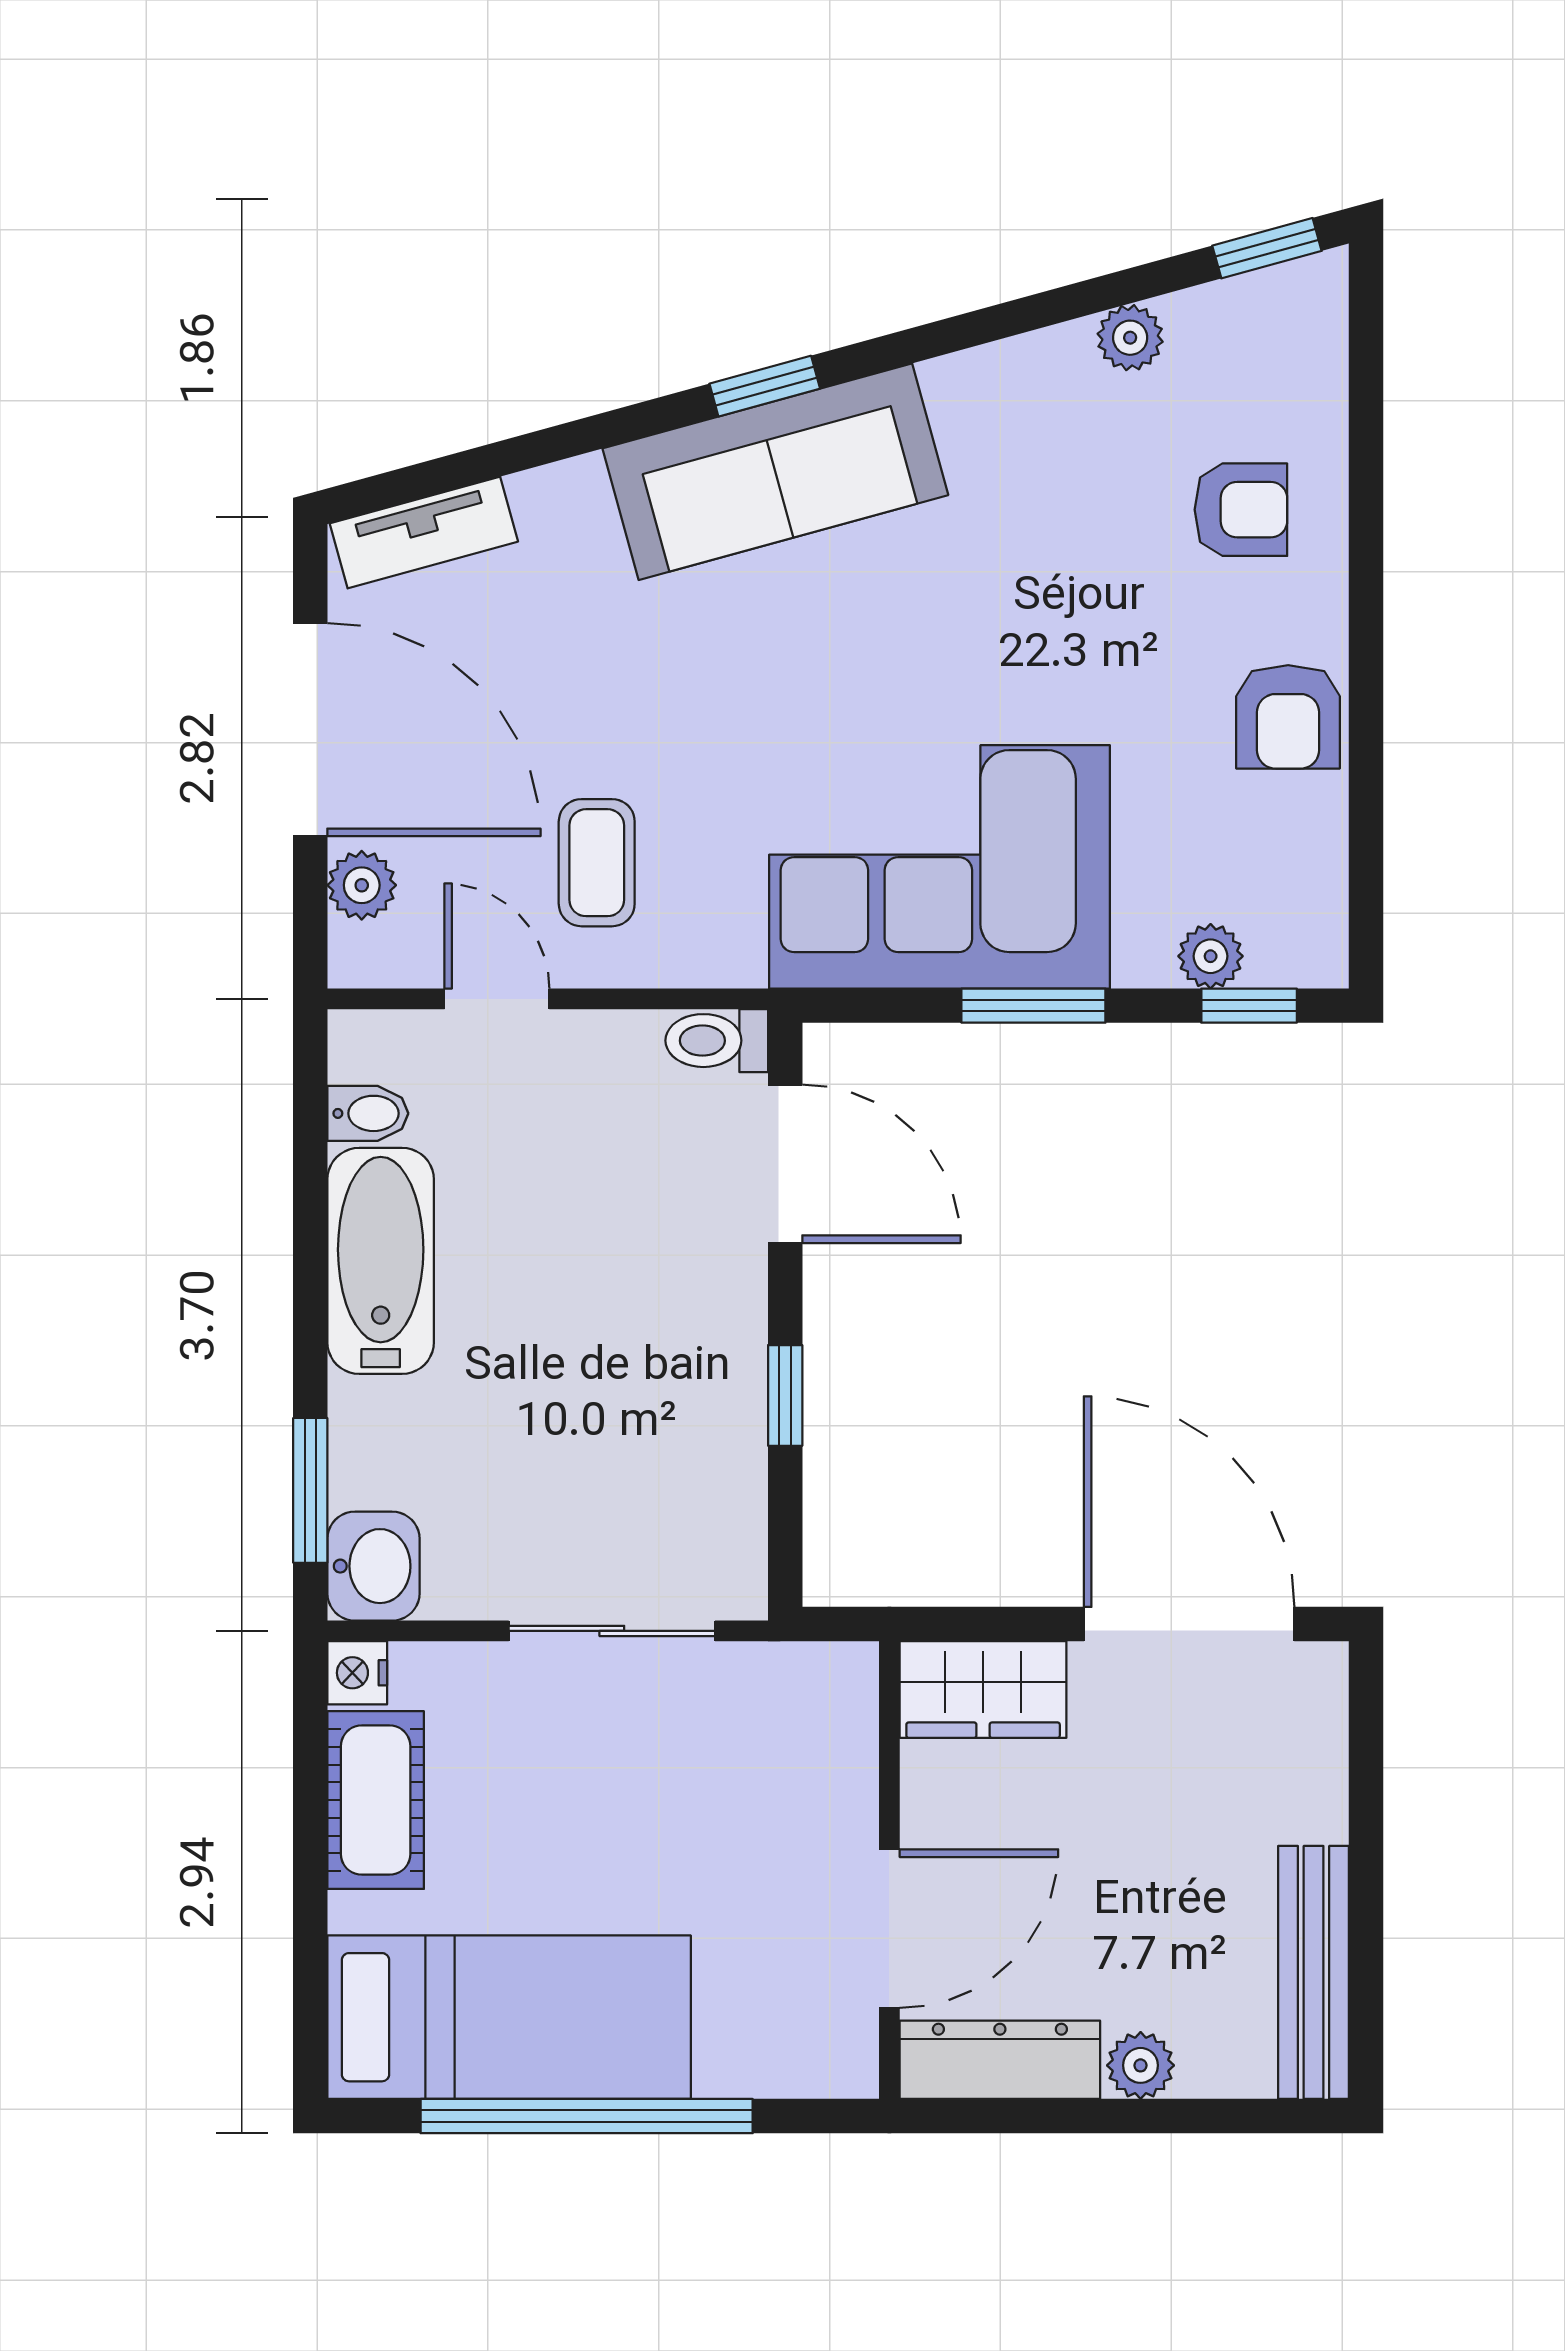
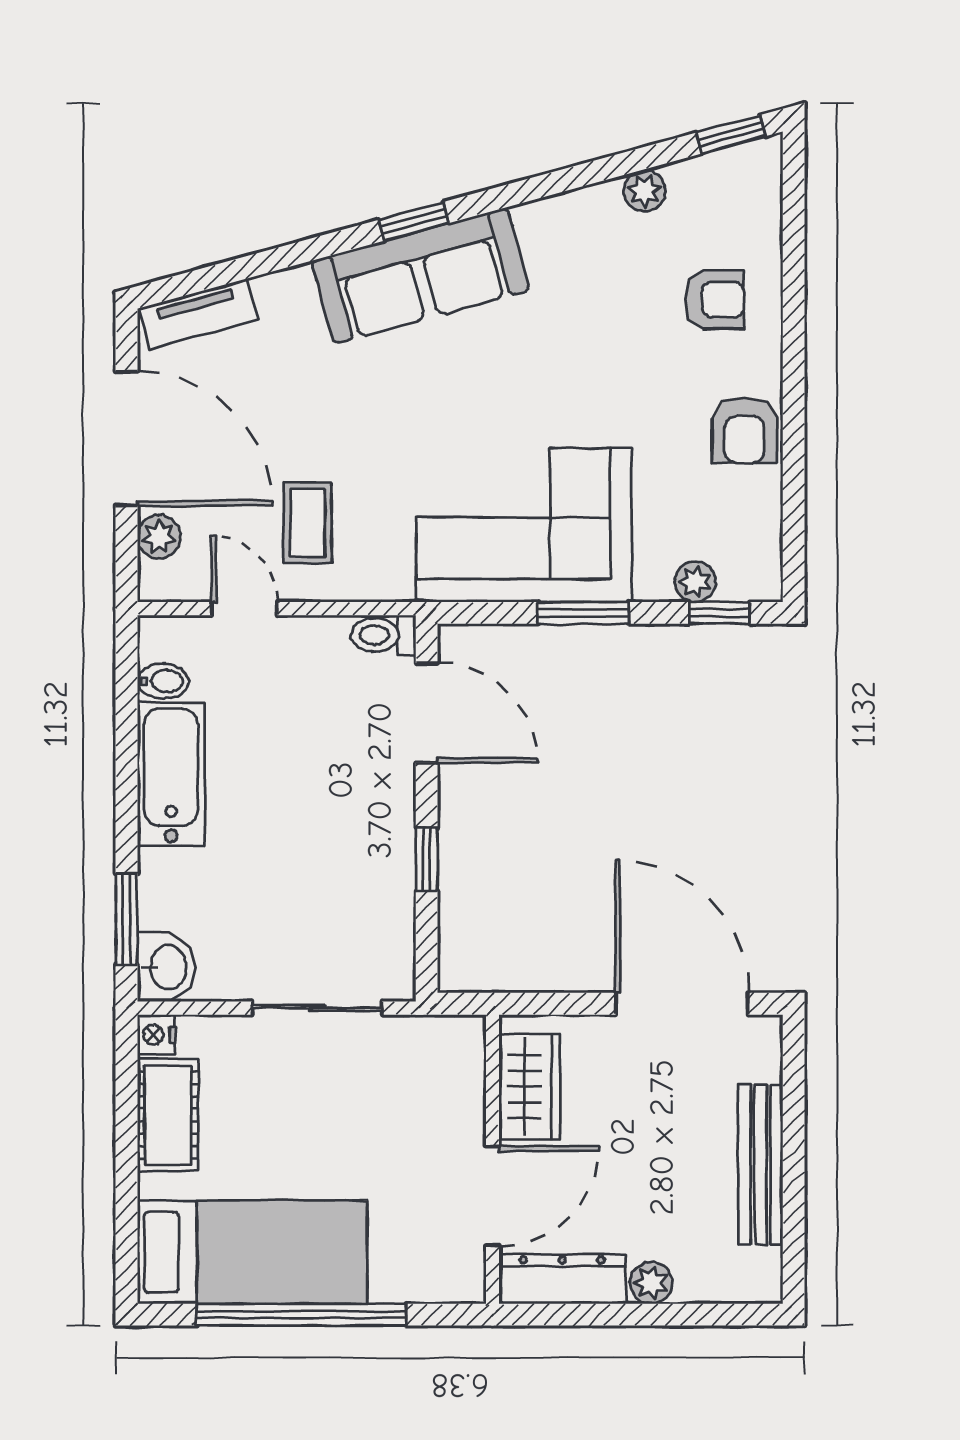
wardrobe: (983, 1690) -> (530, 1087), moved, turned -90
bench: (1314, 1972) -> (761, 1165), moved

